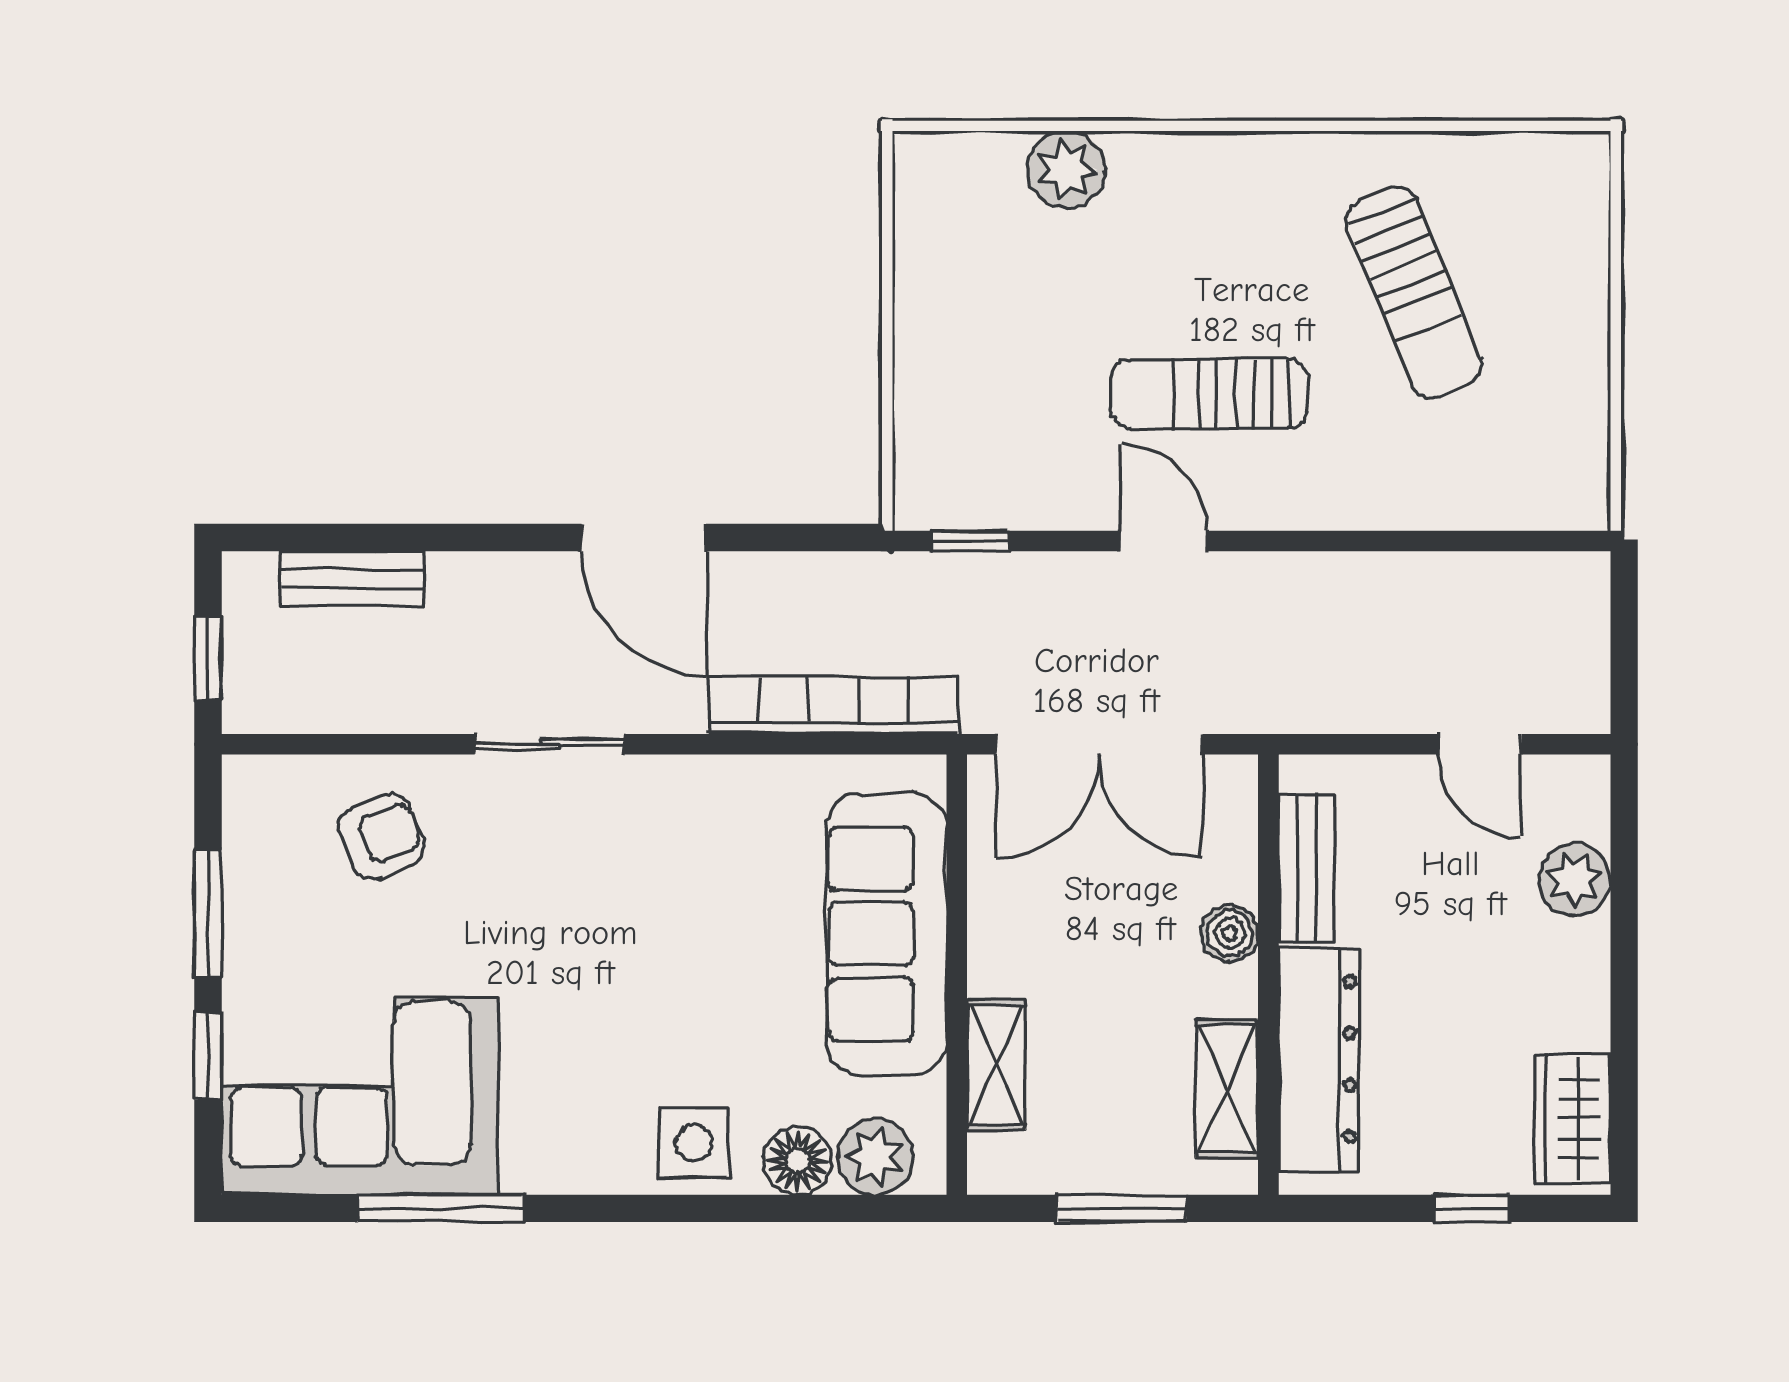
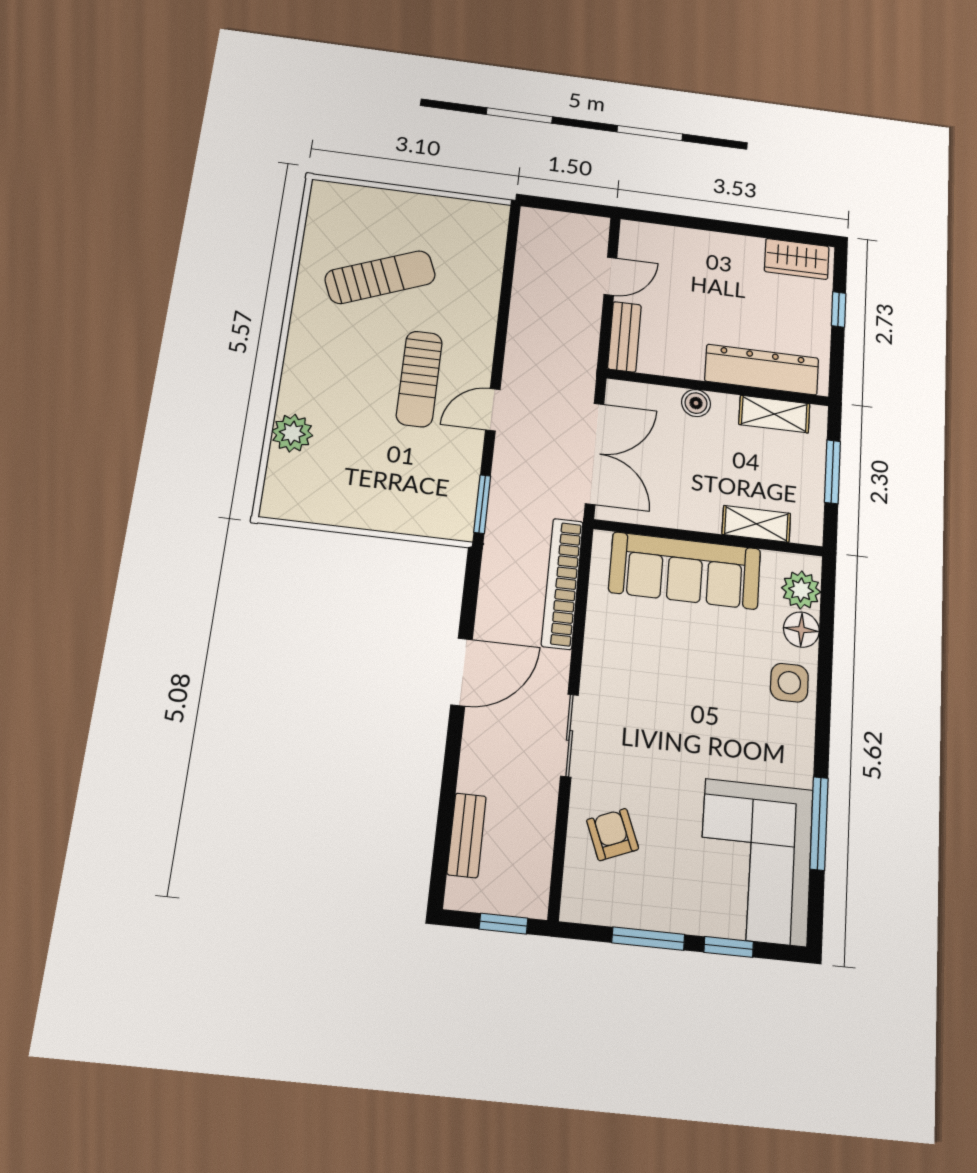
window: (970, 541) -> (482, 504), width x1.50
bench: (1307, 868) -> (624, 337), moved, turned 90
plant: (1575, 880) -> (680, 243), removed

